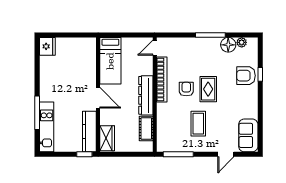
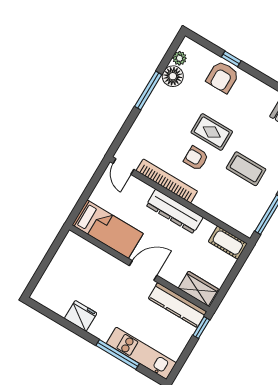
fridge: (47, 46) -> (81, 316), moved
cot: (146, 128) -> (228, 243), moved

